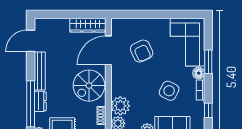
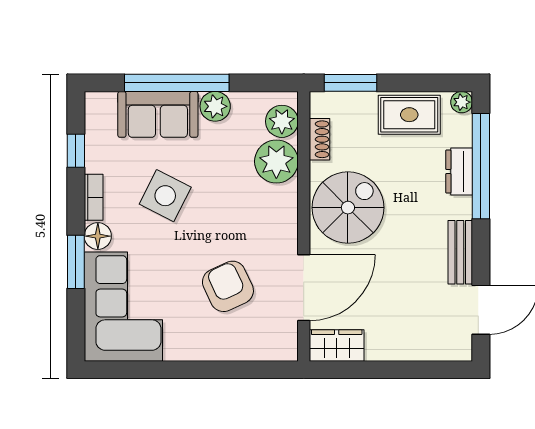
wardrobe: (88, 25) -> (337, 345), width x0.67
bench: (40, 71) -> (460, 252), width x0.73

